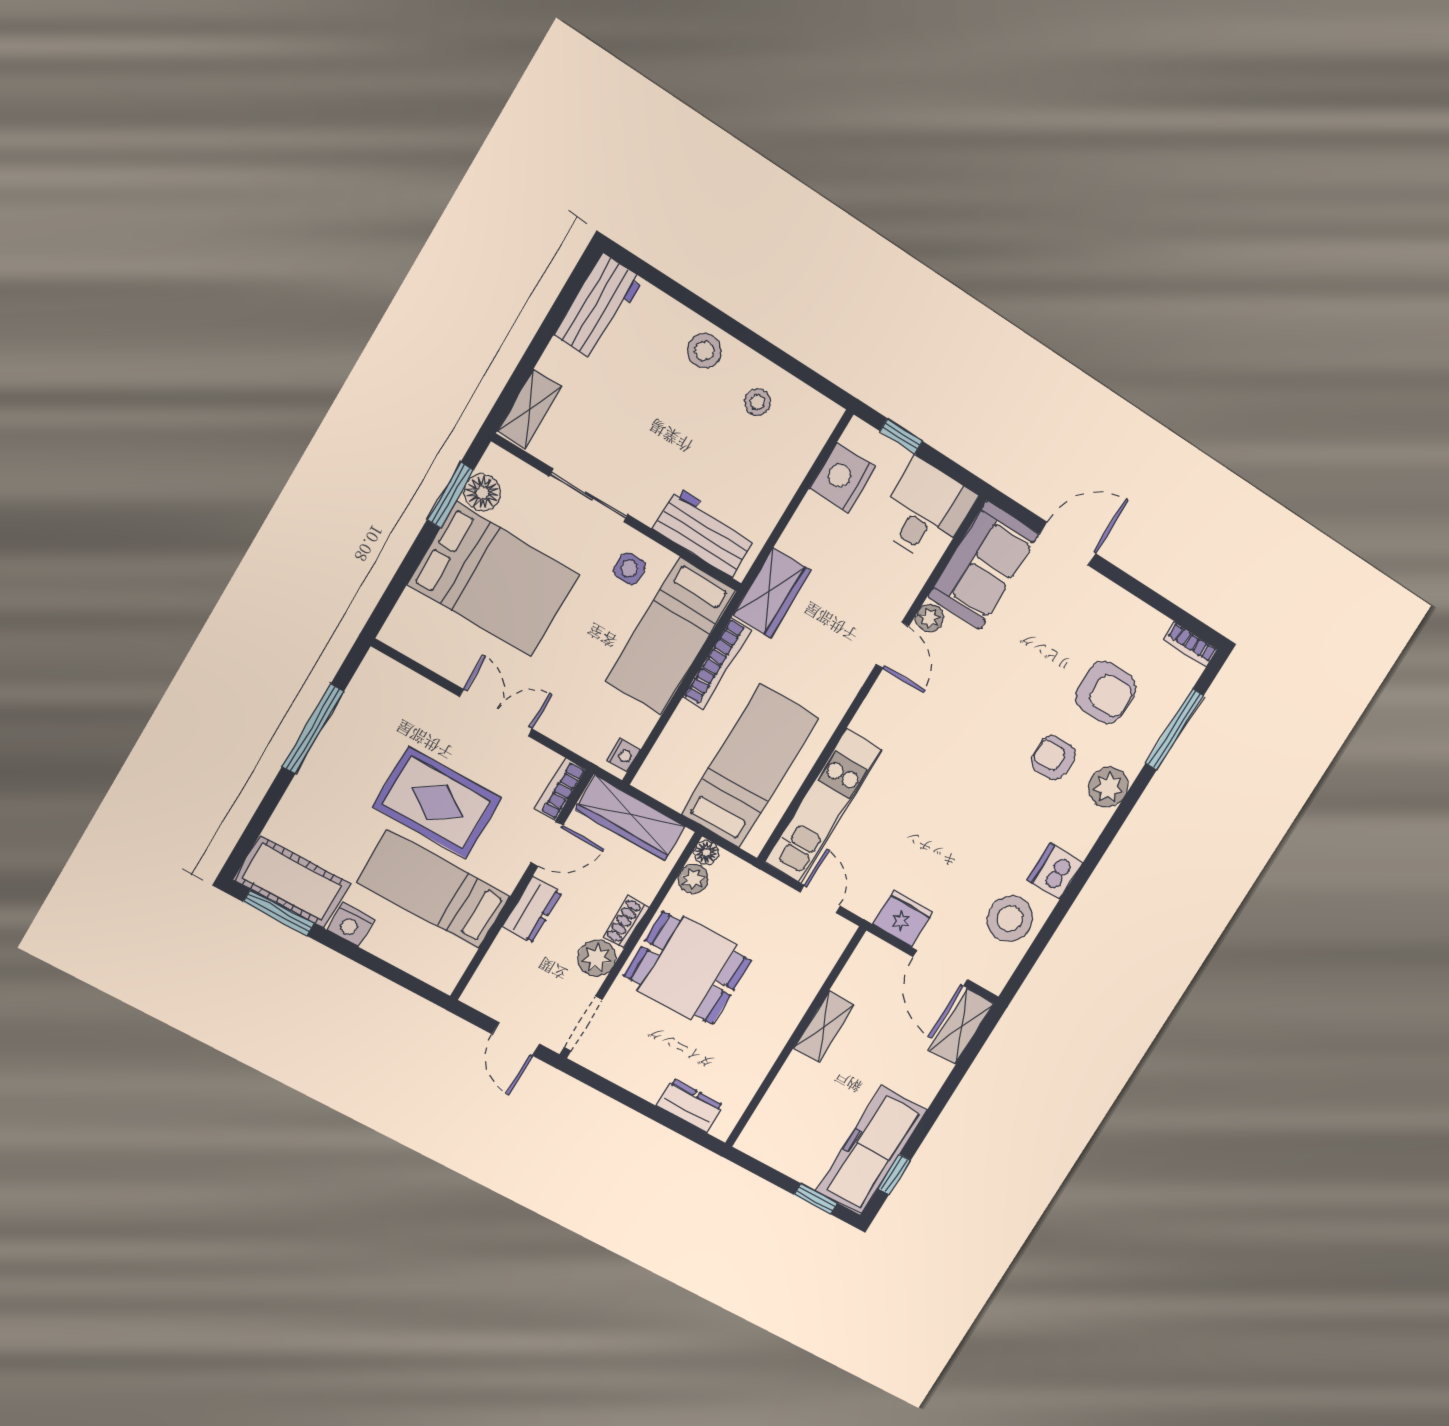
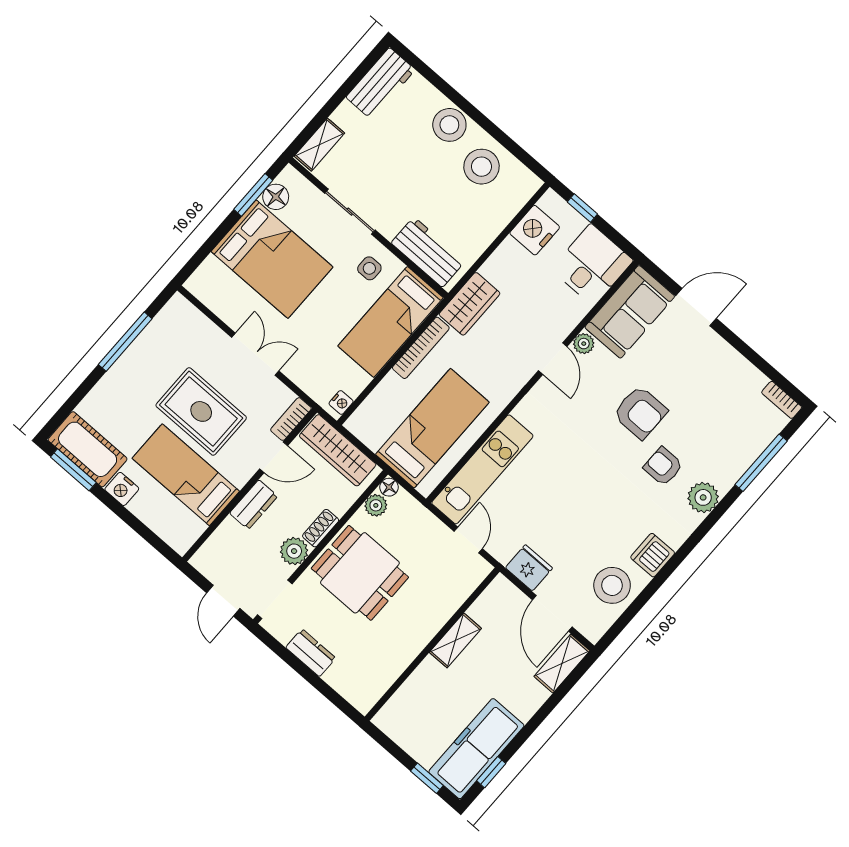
stool: (704, 351) -> (449, 125), width x1.38, depth x1.38
stool: (758, 402) -> (481, 167), width x1.89, depth x1.89
armchair: (1106, 692) -> (640, 412), moved
dresser: (690, 1105) -> (311, 653), moved

